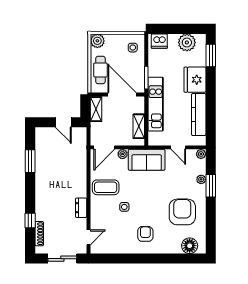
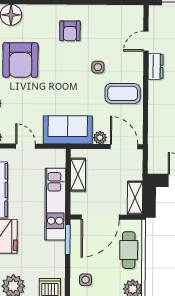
door: (122, 95) -> (100, 217), hinge flipped
door: (104, 147) -> (124, 147), hinge flipped
door: (88, 237) -> (146, 41), moved

